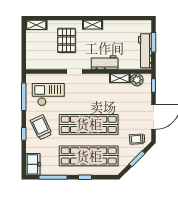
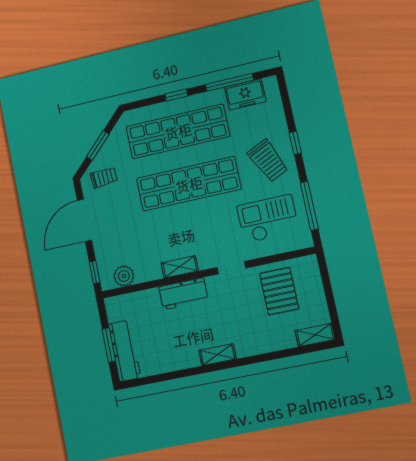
pallet: (67, 40) -> (279, 291), moved
workbench: (145, 51) -> (125, 351), moved
shelving: (120, 78) -> (180, 267), moved
checkout: (48, 94) -> (268, 219), turned 180
freezer: (33, 164) -> (245, 94), moved, turned -90

